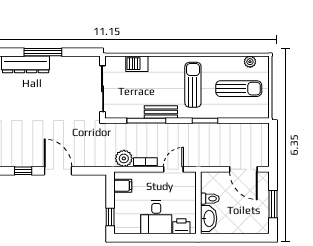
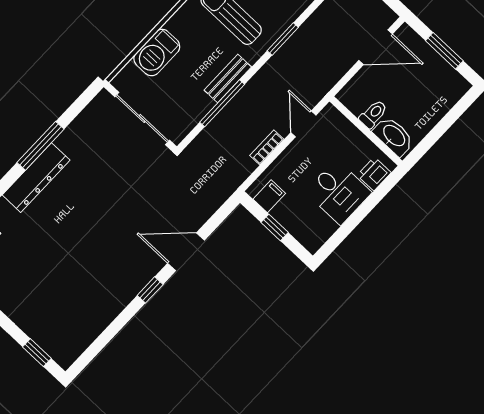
barbecue: (137, 64) -> (157, 53), width x1.38, depth x1.27
plant: (124, 158) -> (240, 167), removed
window: (110, 217) -> (275, 227), moved

